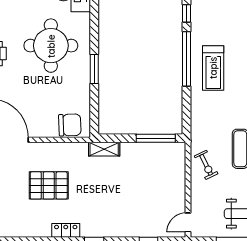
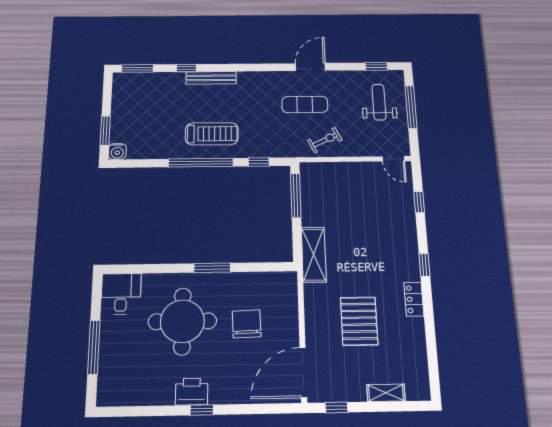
window: (186, 13) -> (259, 162), moved
chair: (70, 125) -> (247, 324), moved
shelving: (104, 149) -> (314, 255), width x1.50, depth x1.33

